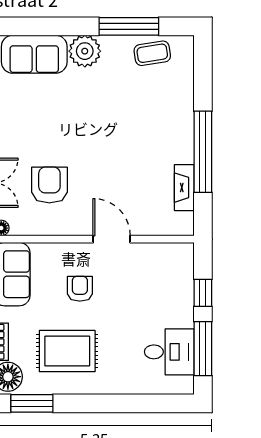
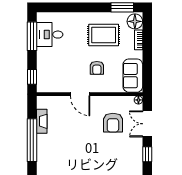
window: (203, 293) -> (32, 77), moved

